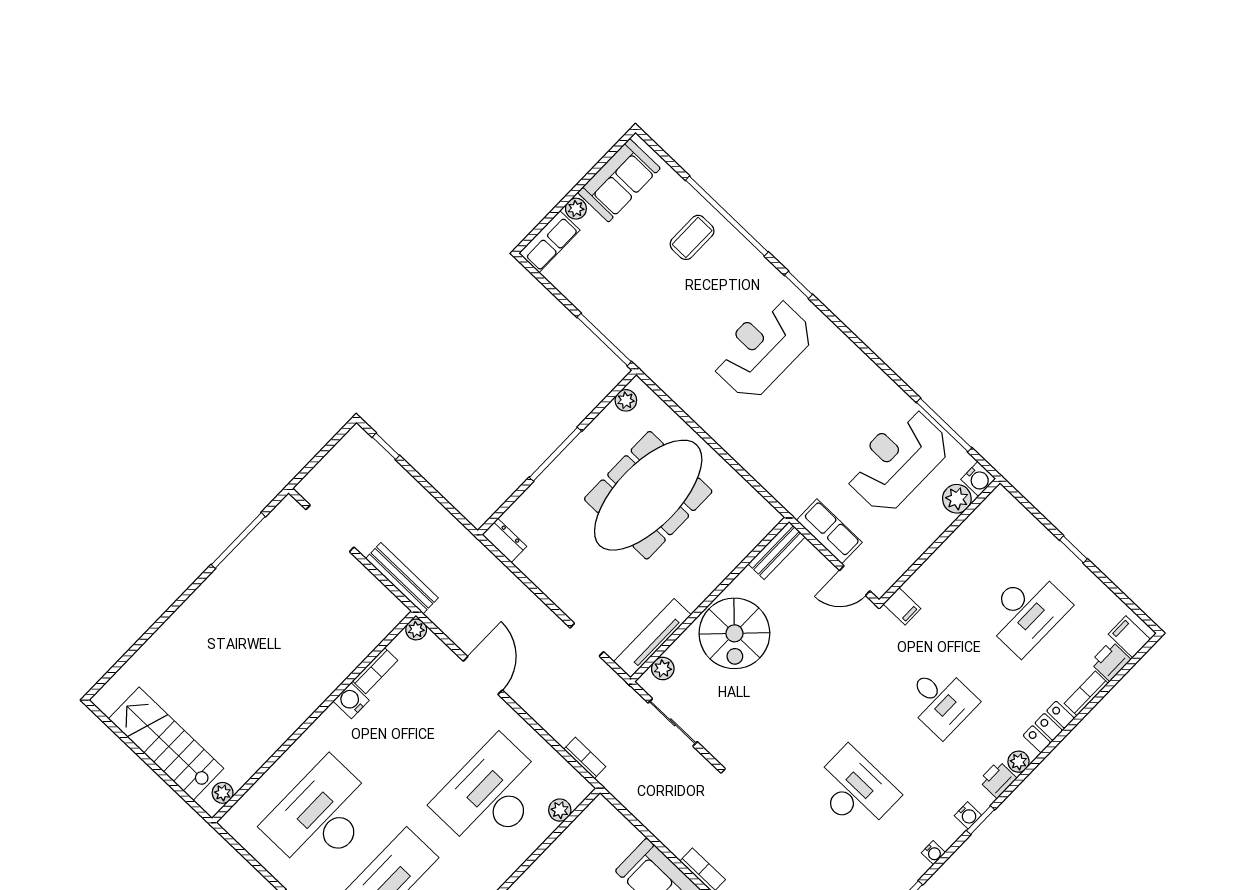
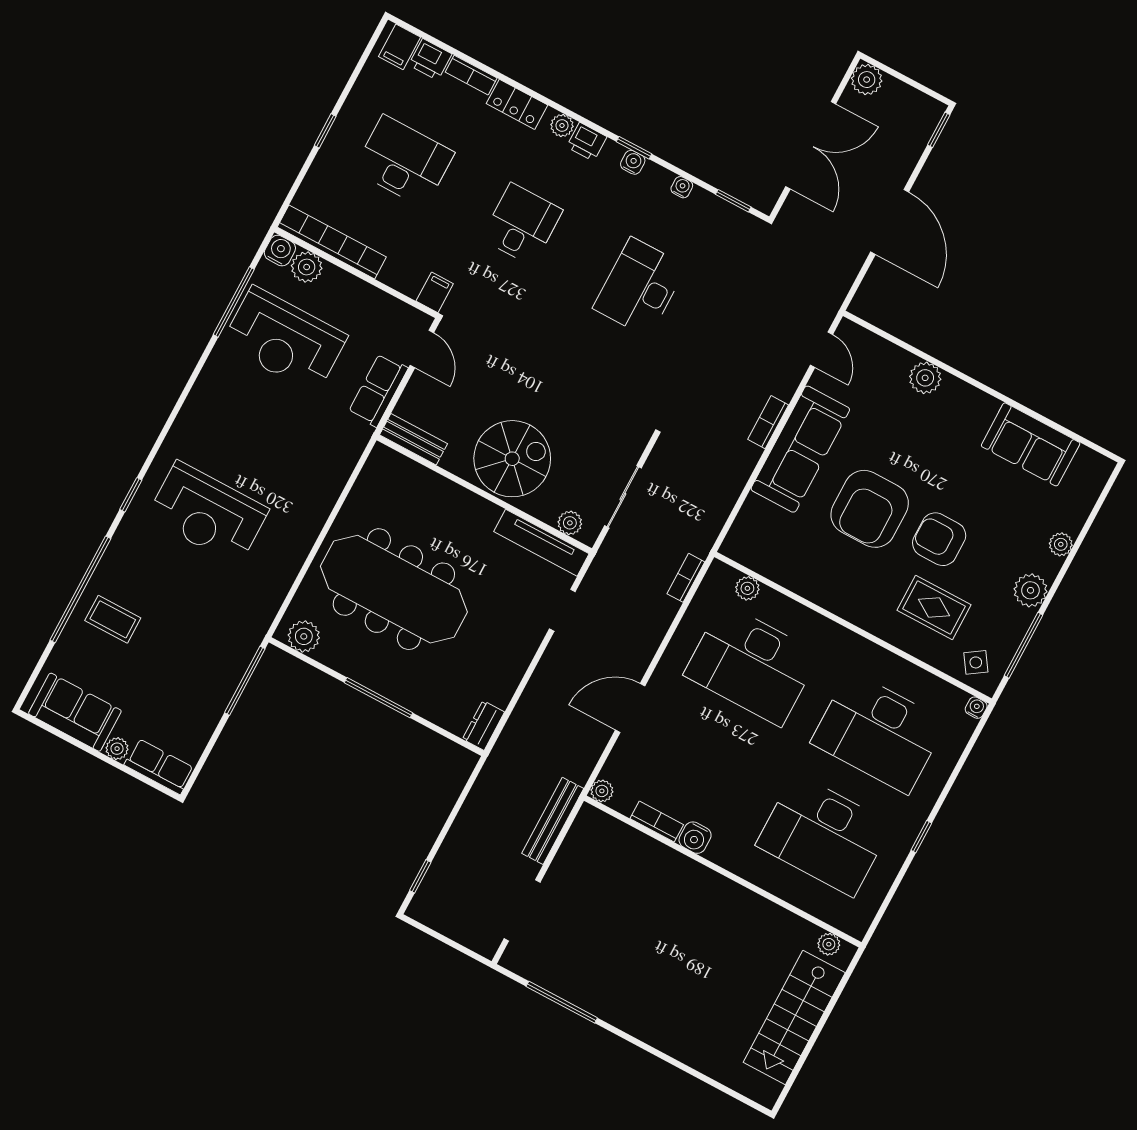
plant: (626, 400) -> (304, 636), width x1.38, depth x1.38
bookcase: (973, 527) -> (332, 242), added

